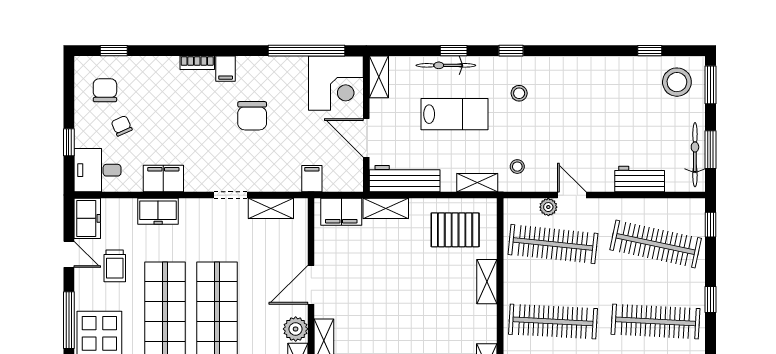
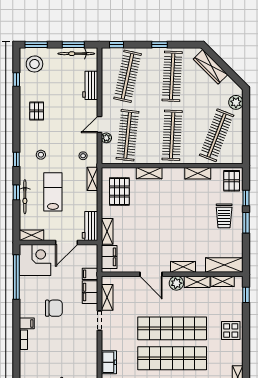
pallet: (595, 86) -> (37, 111), added
filing cabinet: (163, 179) -> (90, 292), moved
workbench: (405, 179) -> (90, 226), width x0.73

